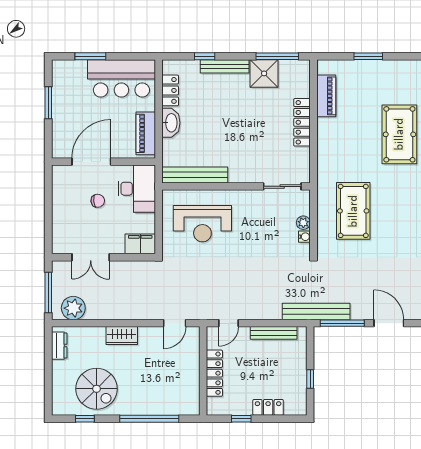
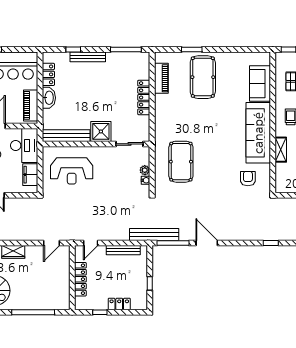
shower: (264, 73) -> (101, 131), moved
pool table: (399, 134) -> (203, 77), moved
filing cabinet: (140, 244) -> (30, 175), moved, turned -90

